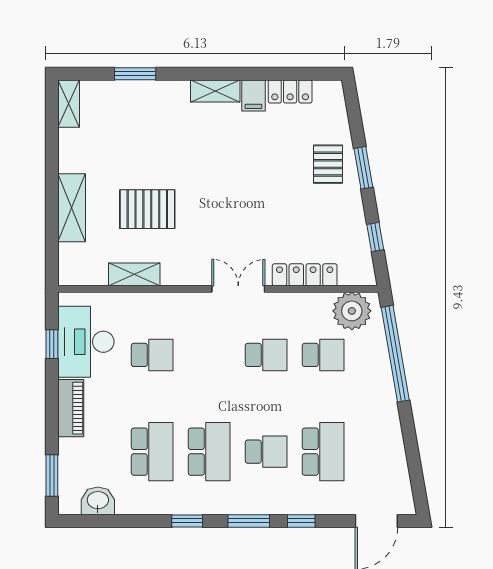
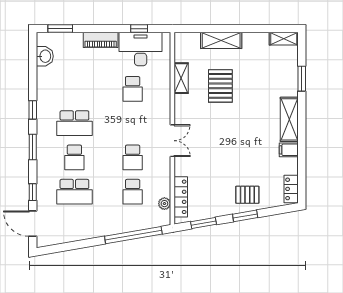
shelving: (215, 91) -> (289, 119), width x1.50, depth x1.33
locker: (290, 91) -> (291, 189), moved
window: (375, 237) -> (204, 223), width x1.50
locker: (305, 275) -> (181, 197), moved
plant: (352, 311) -> (164, 204), width x0.53, depth x0.53
school desk: (152, 452) -> (74, 89), removed
window: (301, 521) -> (33, 192), moved

